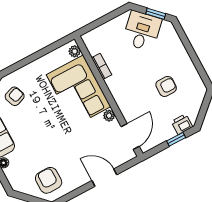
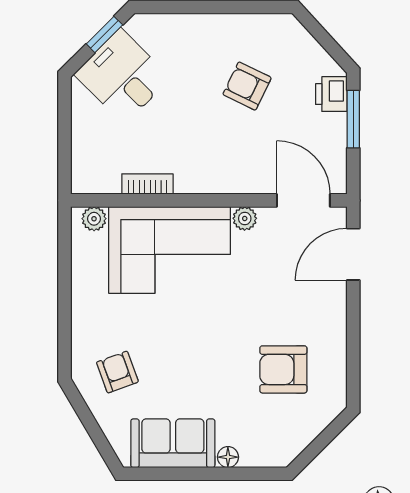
armchair: (166, 86) -> (247, 86), turned -64
window: (176, 139) -> (353, 119), width x1.50
door: (104, 178) -> (353, 254), moved
armchair: (49, 180) -> (283, 369), moved

